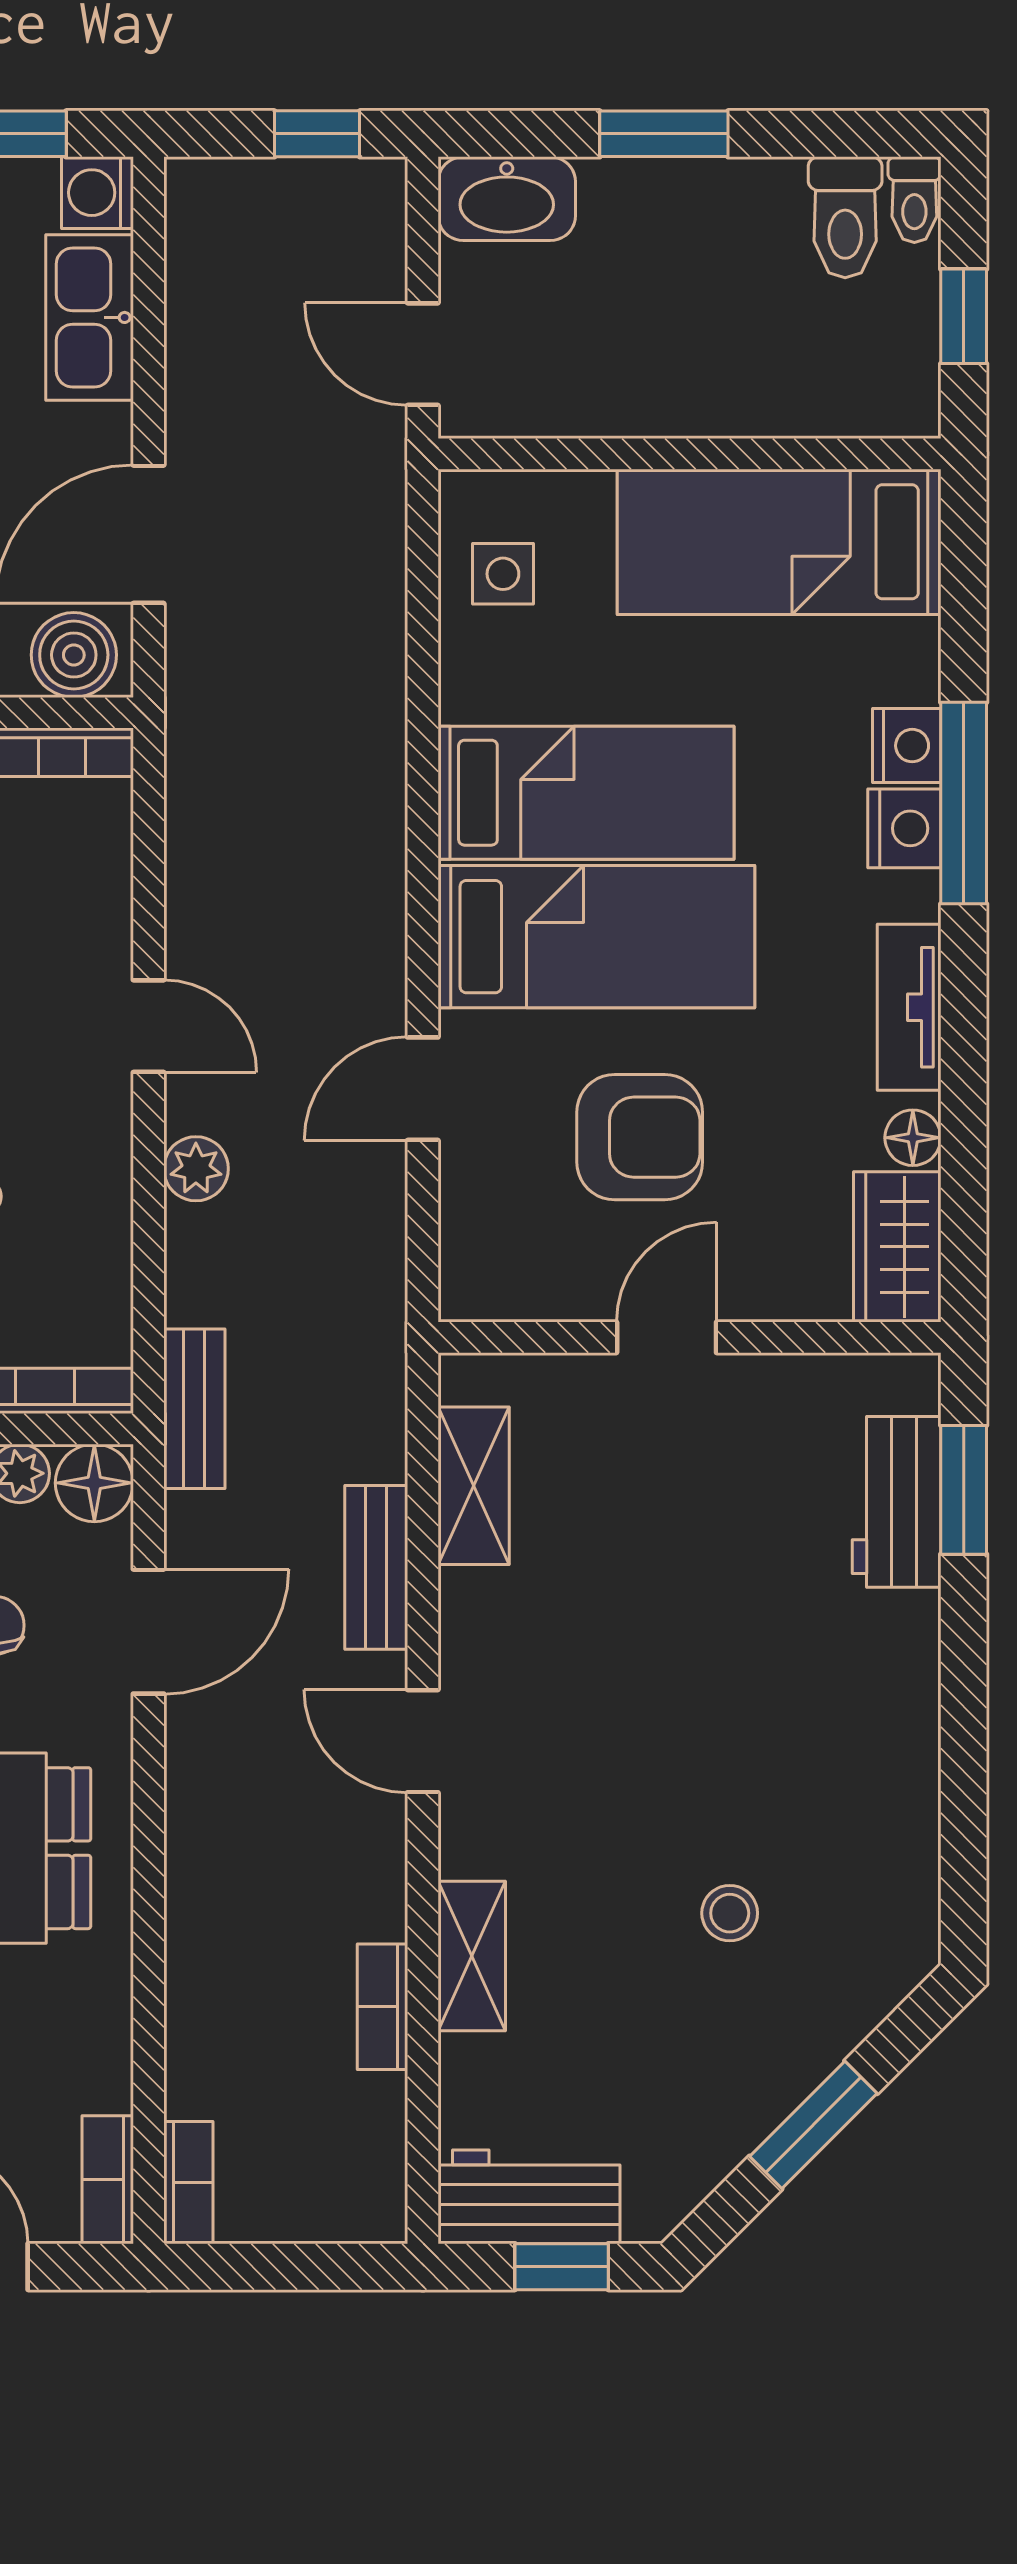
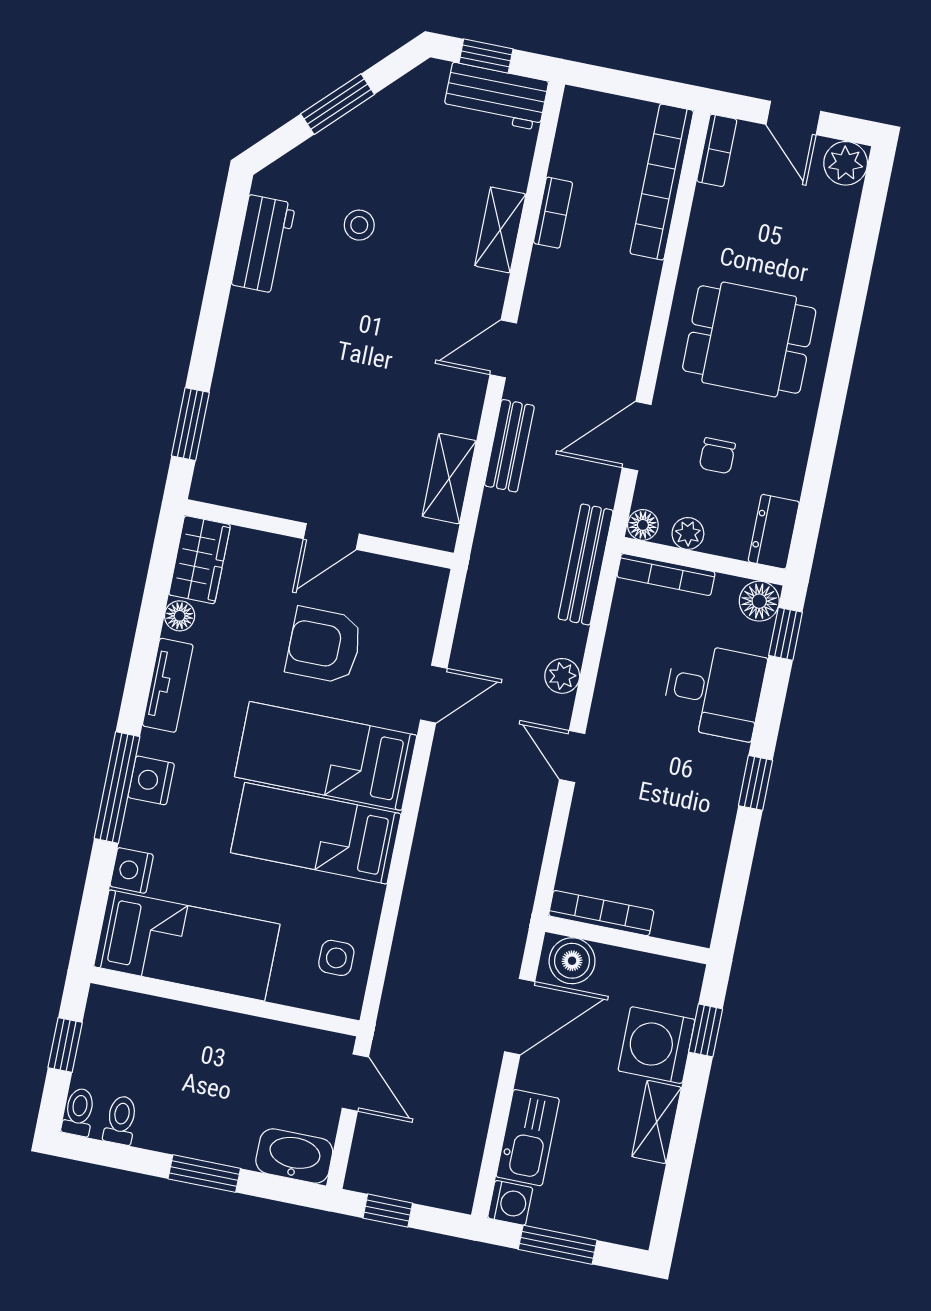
toilet: (845, 217) -> (121, 1120), width x0.73, depth x0.72
nightstand: (907, 746) -> (132, 870), moved
bench: (194, 1409) -> (586, 564), width x1.36
floor lamp: (94, 1483) -> (643, 525), width x0.73, depth x0.73
workbench: (897, 1502) -> (263, 244), moved
door: (423, 1741) -> (503, 349), swing flipped
bookcase: (188, 2183) -> (662, 182), width x2.31, depth x1.31

